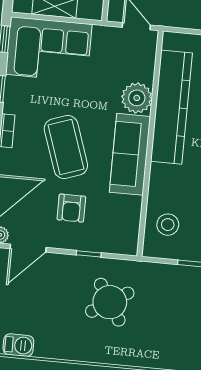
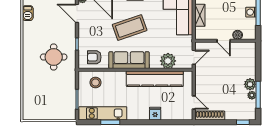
plant: (137, 98) -> (168, 61), moved
armchair: (71, 208) -> (94, 57), moved
round table: (110, 302) -> (54, 57), turned 32

